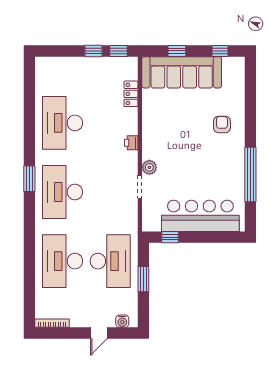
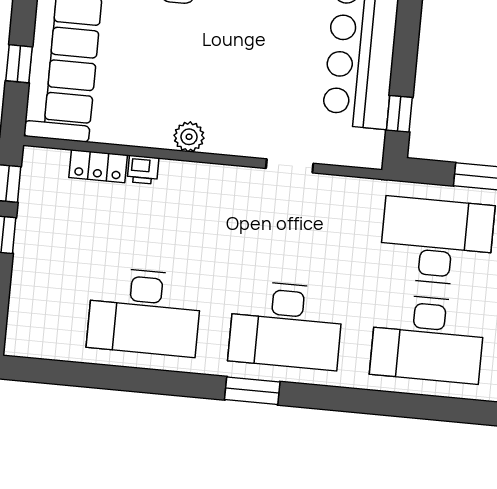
printer: (131, 143) -> (143, 170), moved
plant: (149, 167) -> (189, 137), moved

